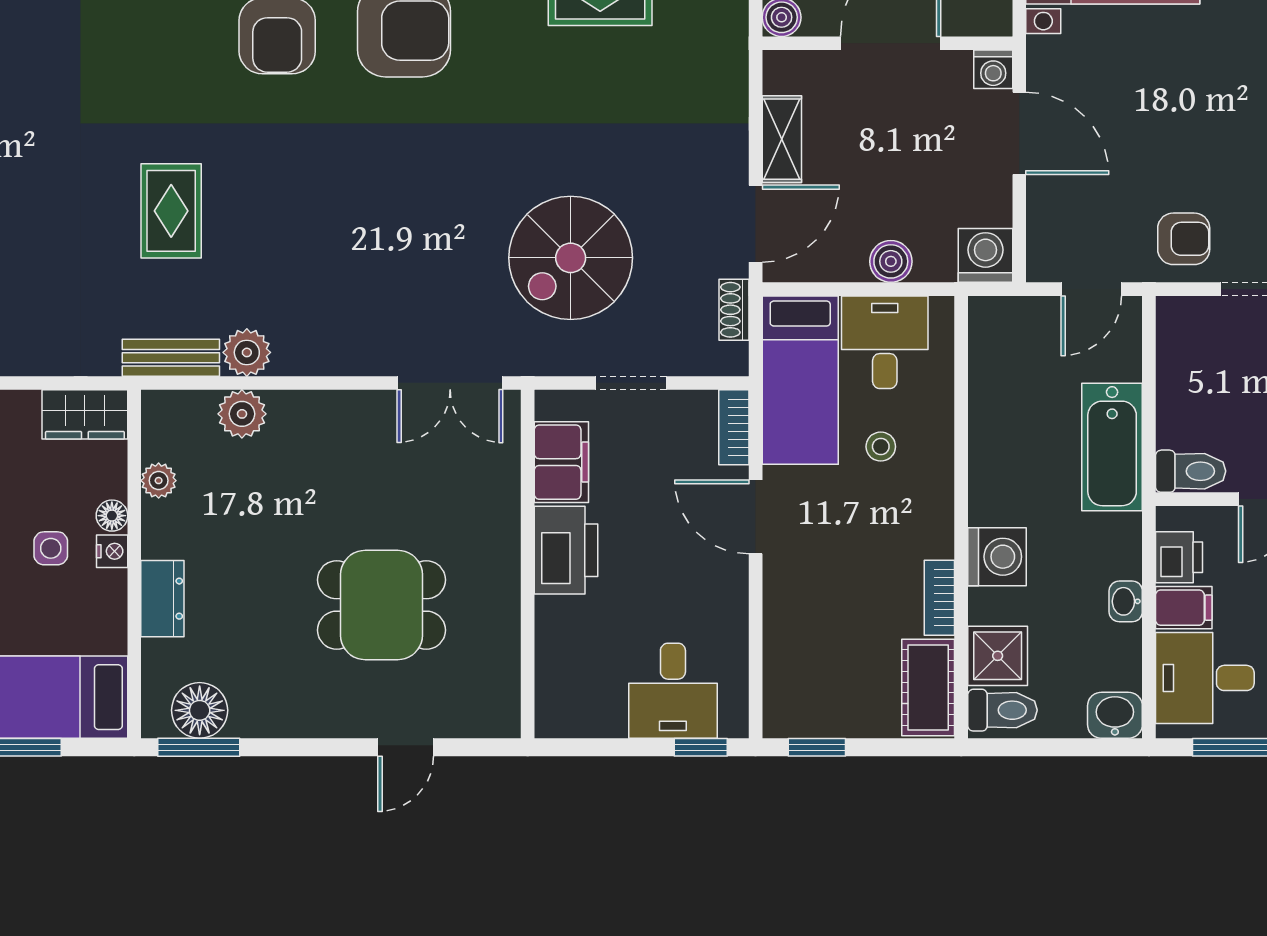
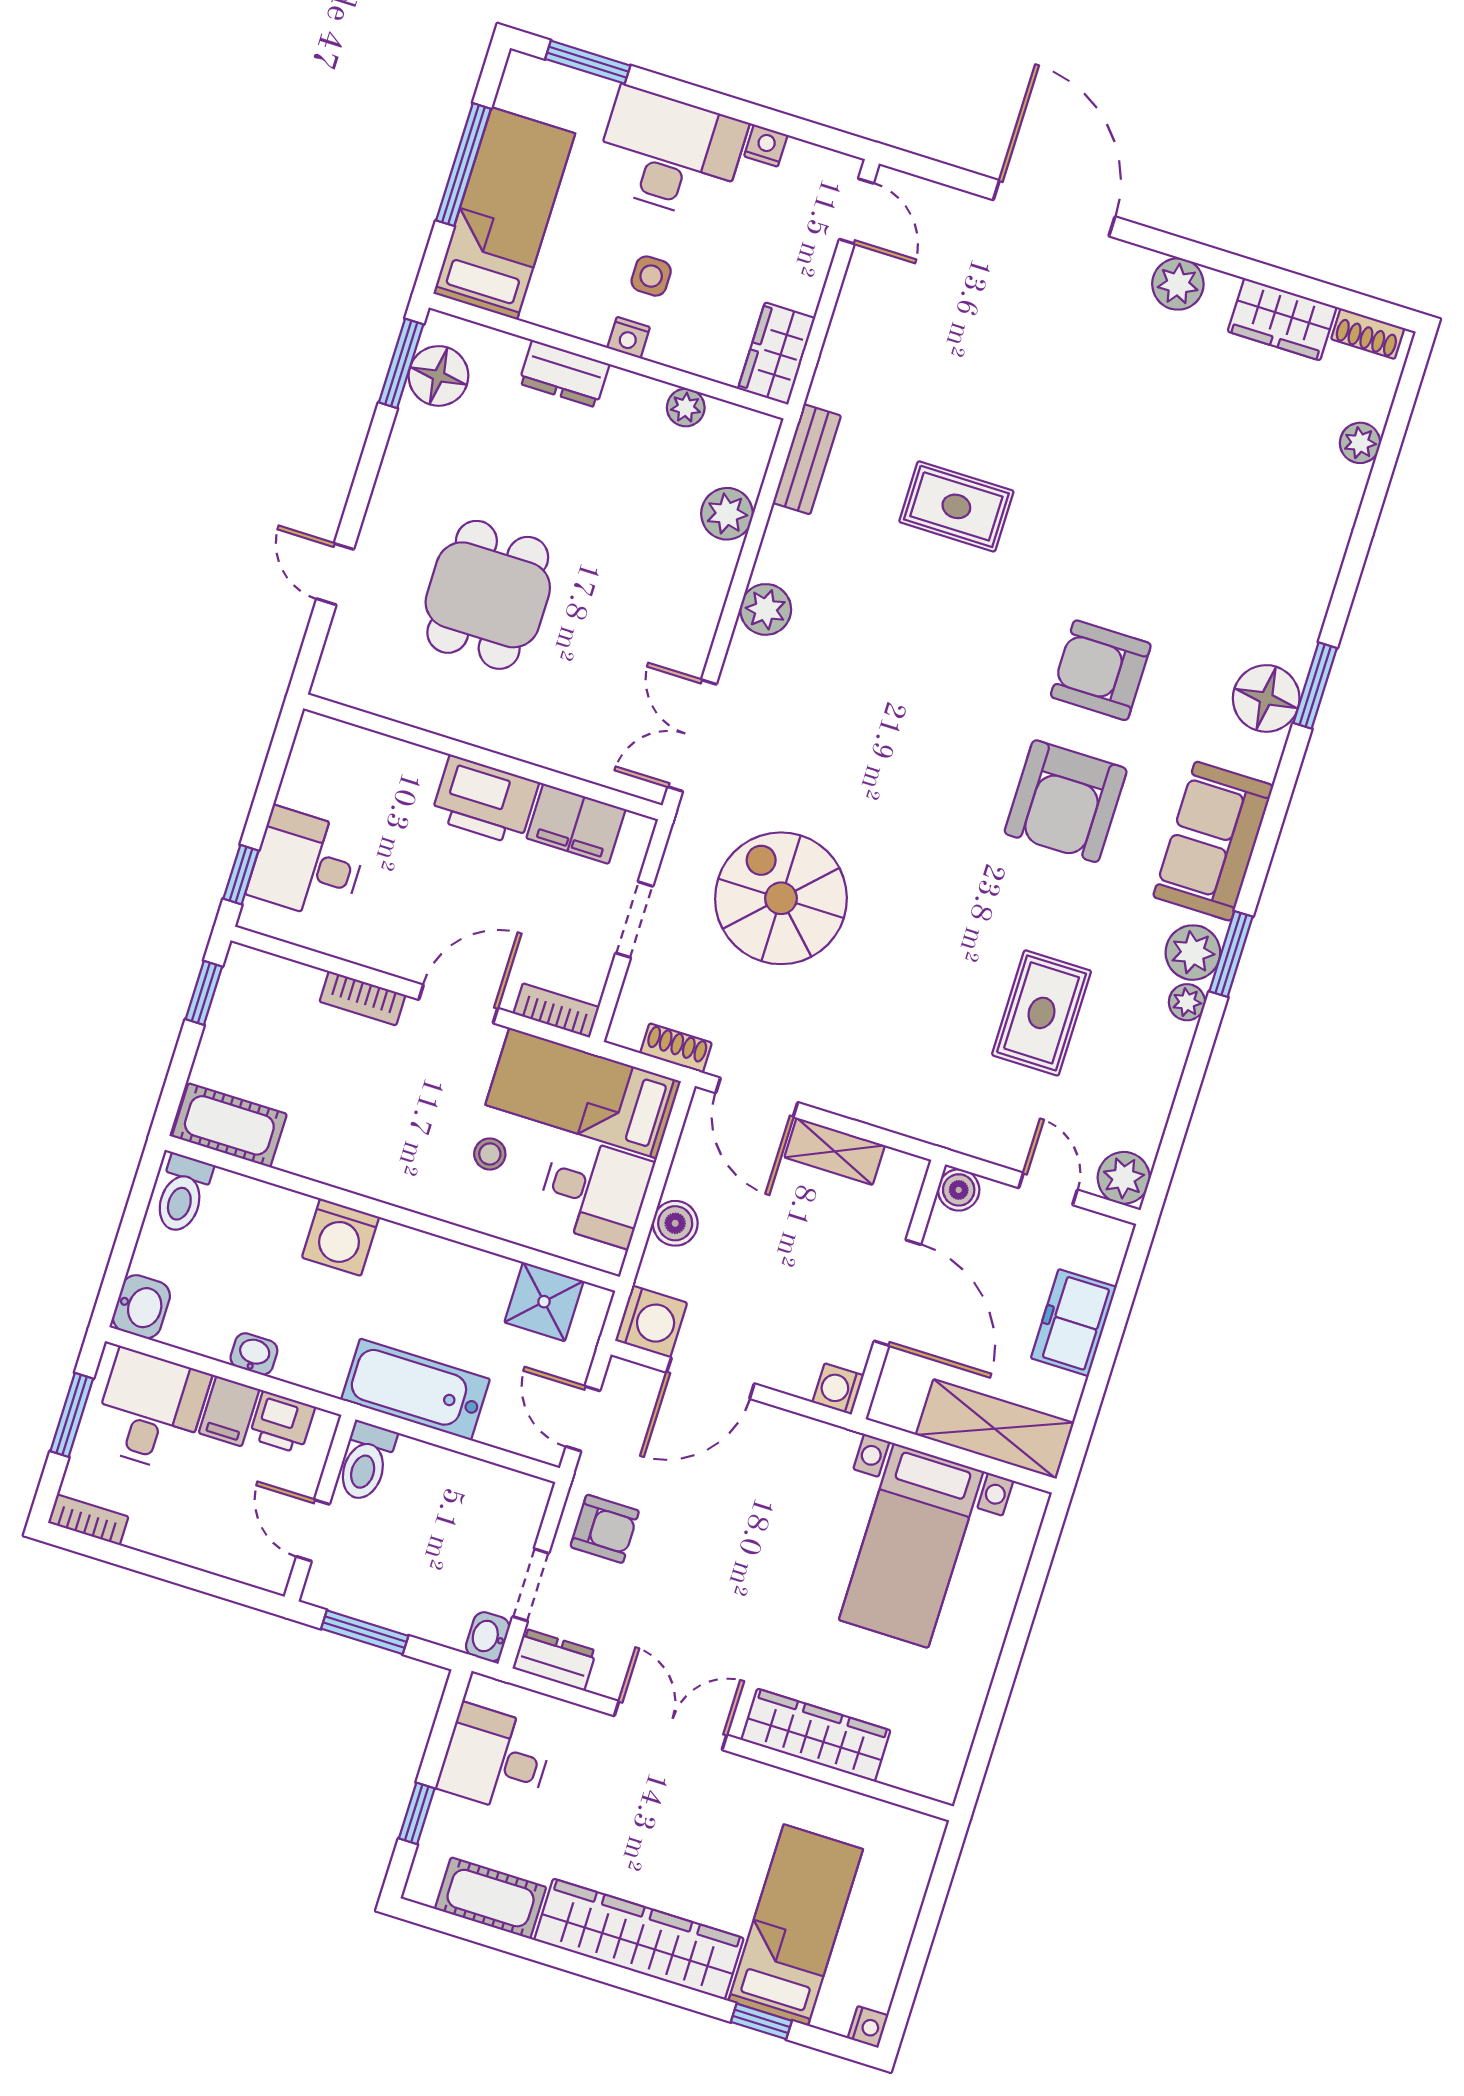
door: (1019, 133) -> (710, 1378), moved
armchair: (1184, 239) -> (605, 1529), turned -90
plant: (247, 352) -> (766, 609), moved
floor lamp: (112, 516) -> (665, 349), removed
bookcase: (939, 598) -> (362, 998), moved, turned 180
shower: (998, 656) -> (544, 1302), moved

